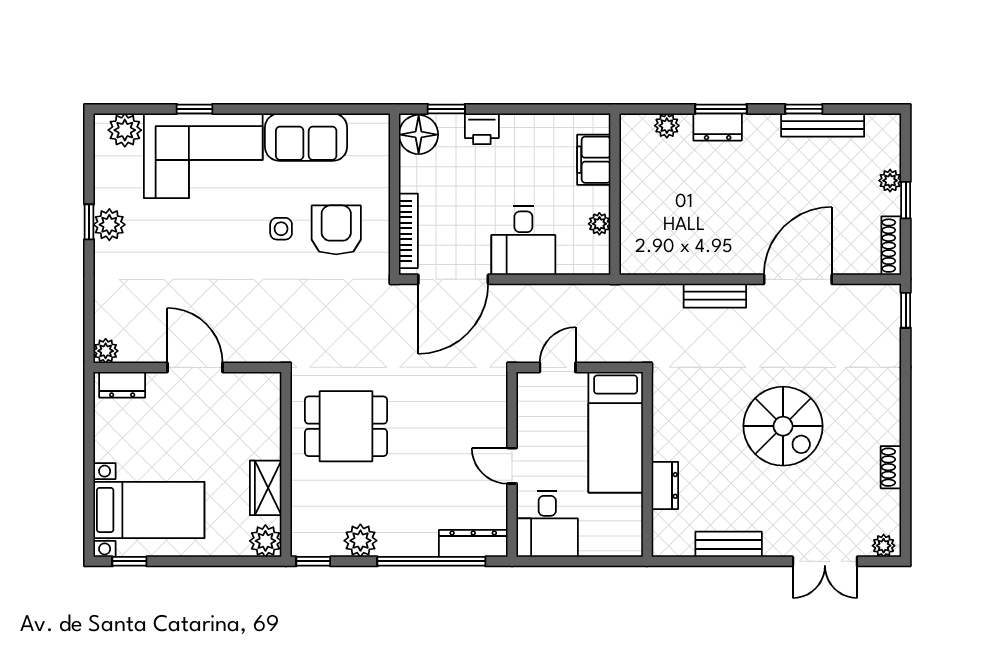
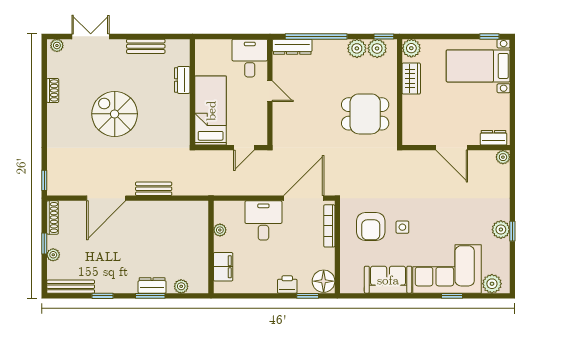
bench: (823, 125) -> (71, 287), moved
plant: (325, 540) -> (377, 48), added

